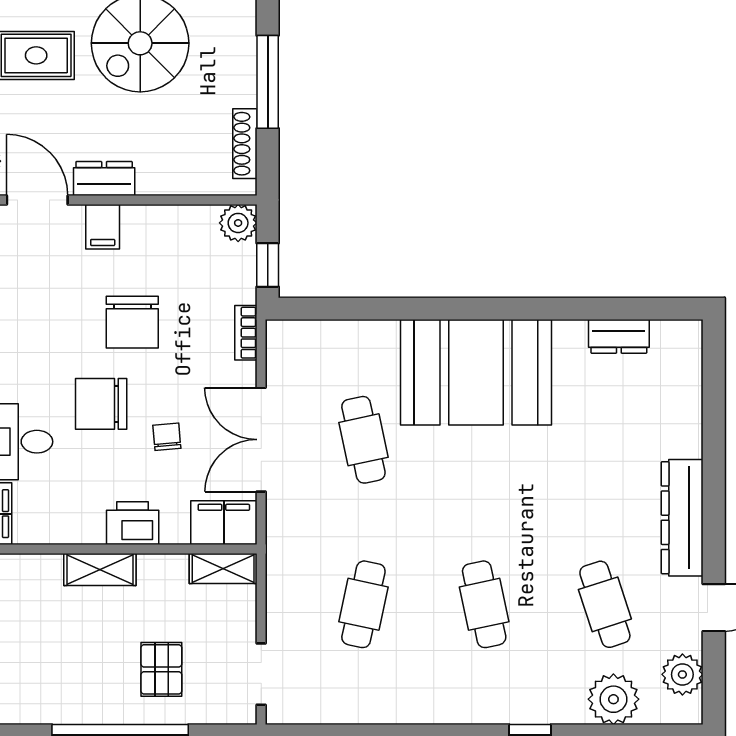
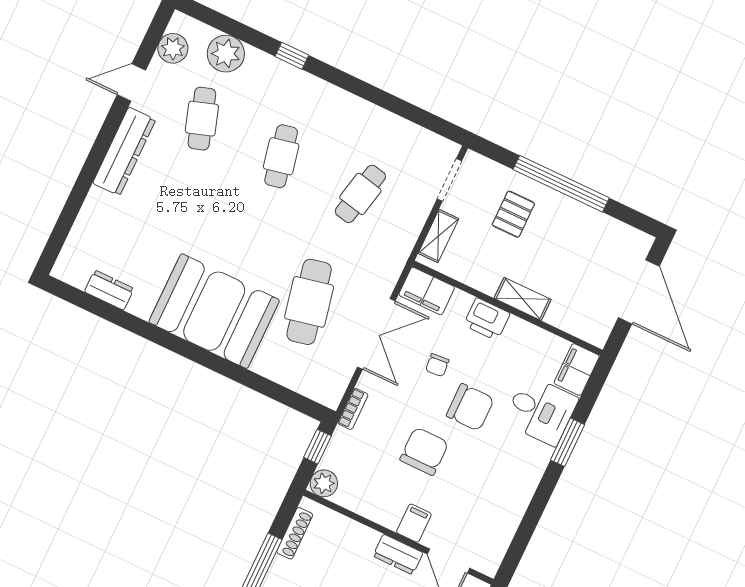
cafe table: (363, 440) -> (309, 302), width x1.37, depth x1.35
shelving: (223, 568) -> (438, 236), moved, turned 90

